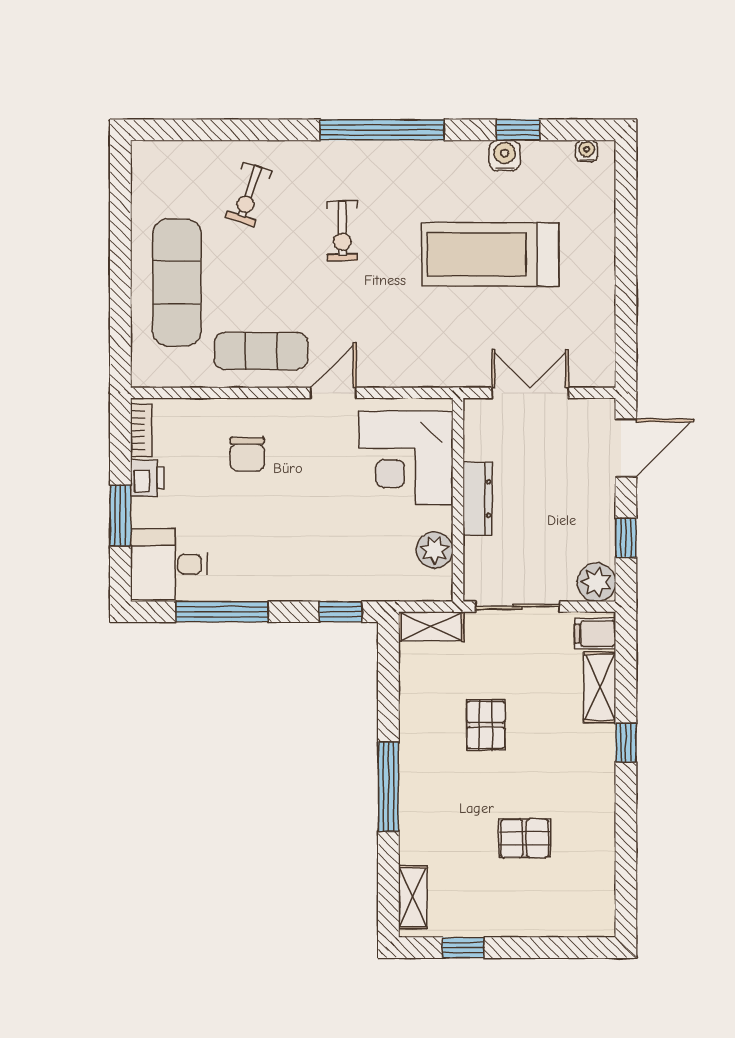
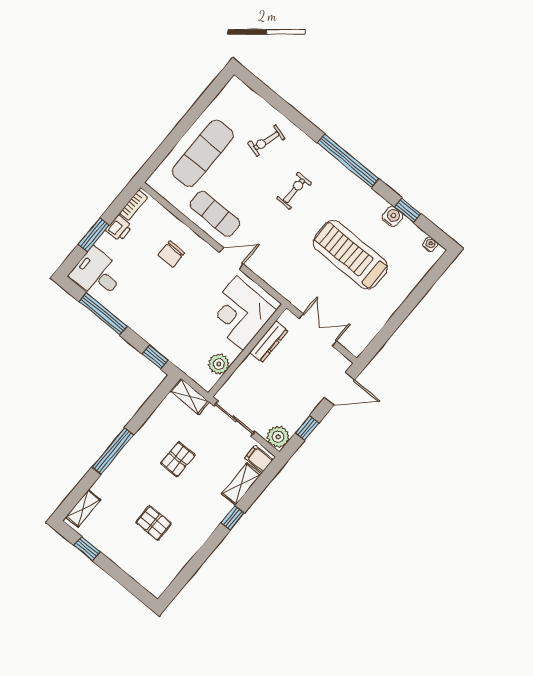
exercise bike: (342, 231) -> (294, 191), turned 180
dresser: (477, 499) -> (269, 342), moved

